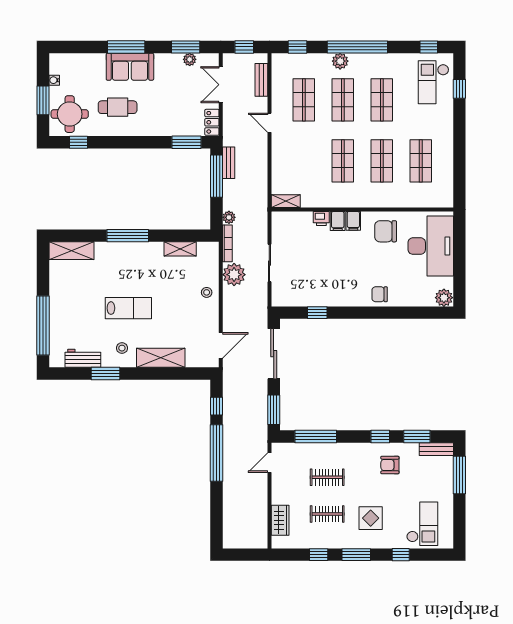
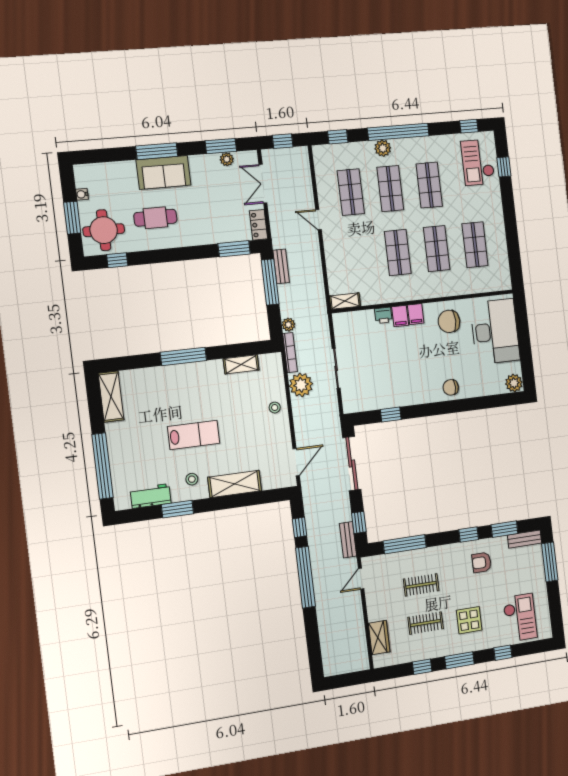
bench: (261, 80) -> (348, 540), moved
shelving: (72, 251) -> (111, 397), moved, turned 90
window: (274, 410) -> (359, 522), width x0.67

